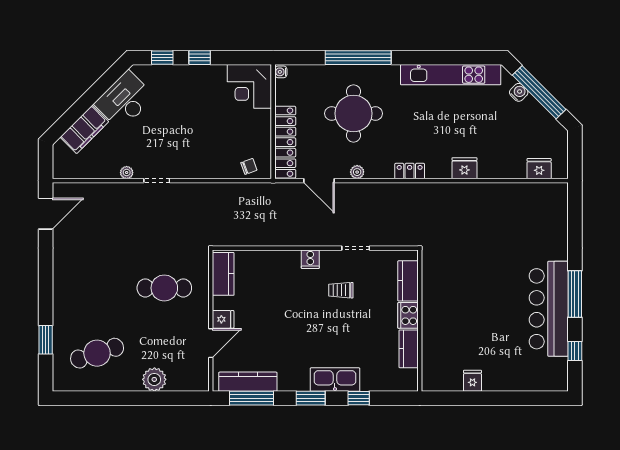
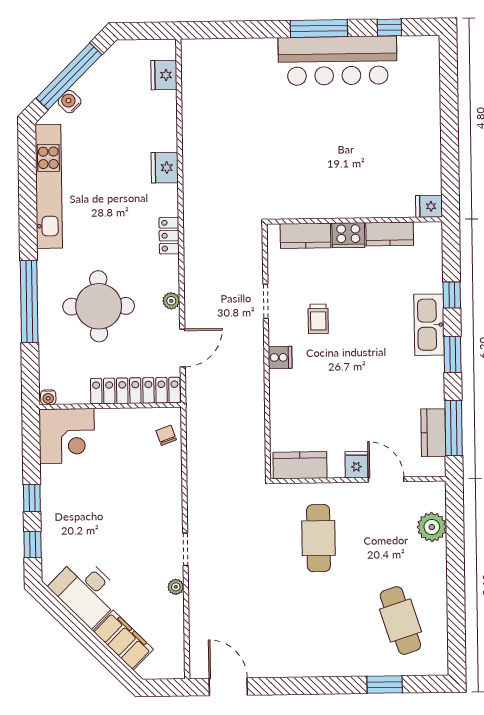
plant: (154, 379) -> (432, 527), moved
fridge: (472, 381) -> (429, 206), moved
kitchen counter: (248, 382) -> (433, 433), width x0.67

